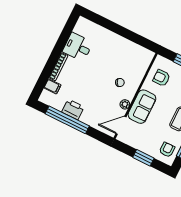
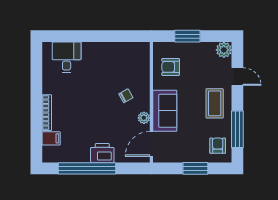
desk: (78, 47) -> (67, 57), moved, turned 90
printer: (73, 109) -> (102, 153), moved

